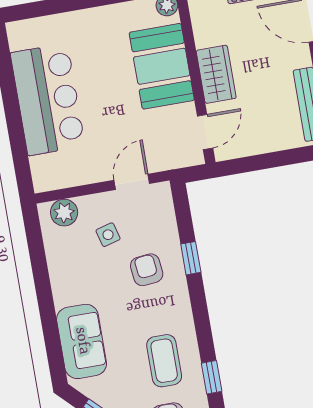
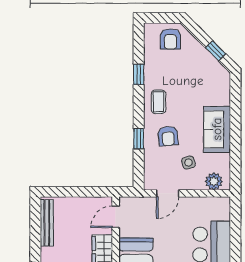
sofa: (82, 341) -> (217, 129), moved
coffee table: (164, 361) -> (159, 102), moved, width x0.73, depth x0.77
window: (212, 377) -> (139, 74), moved

